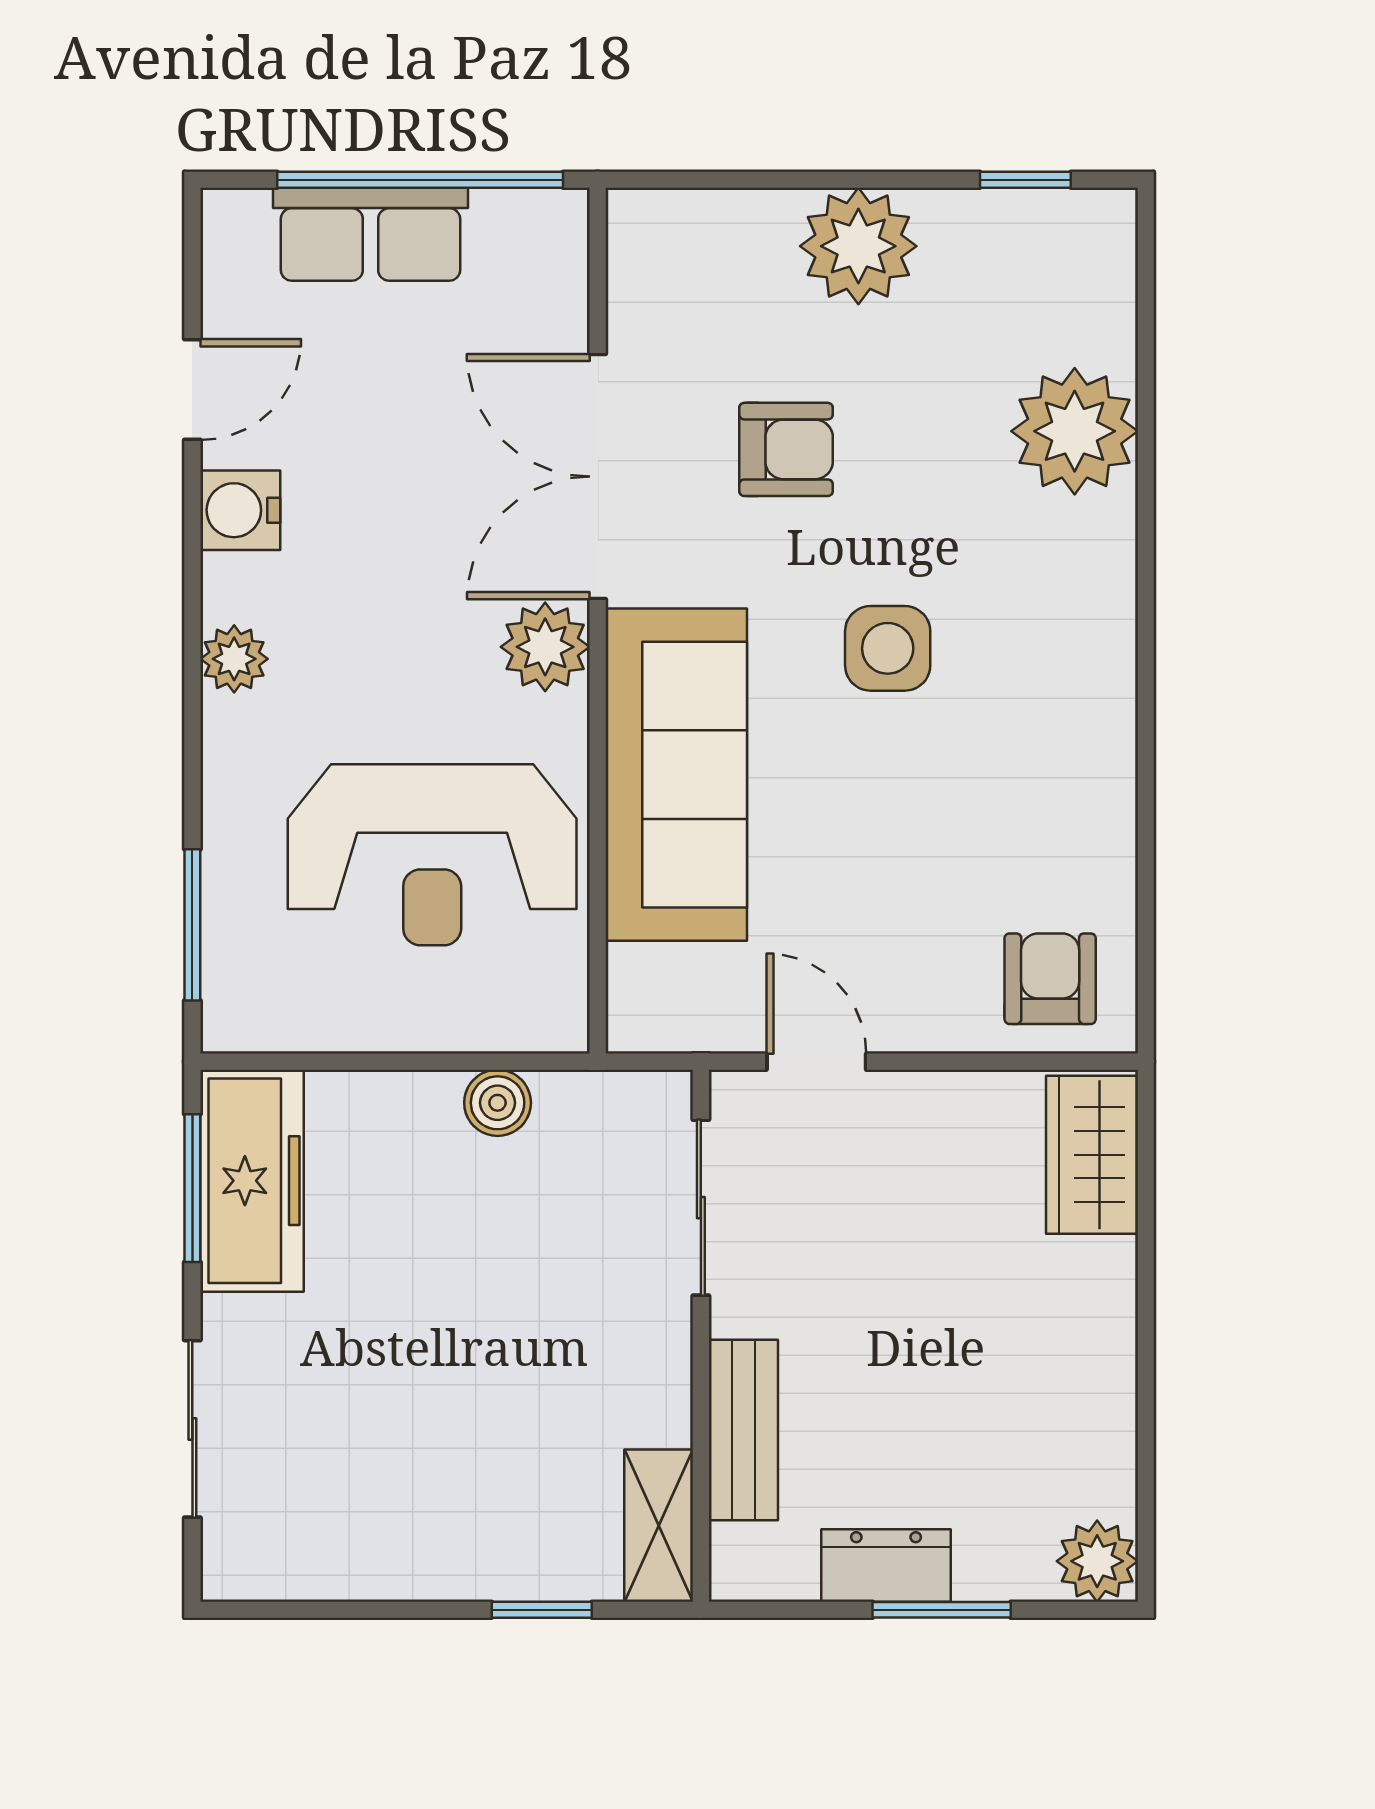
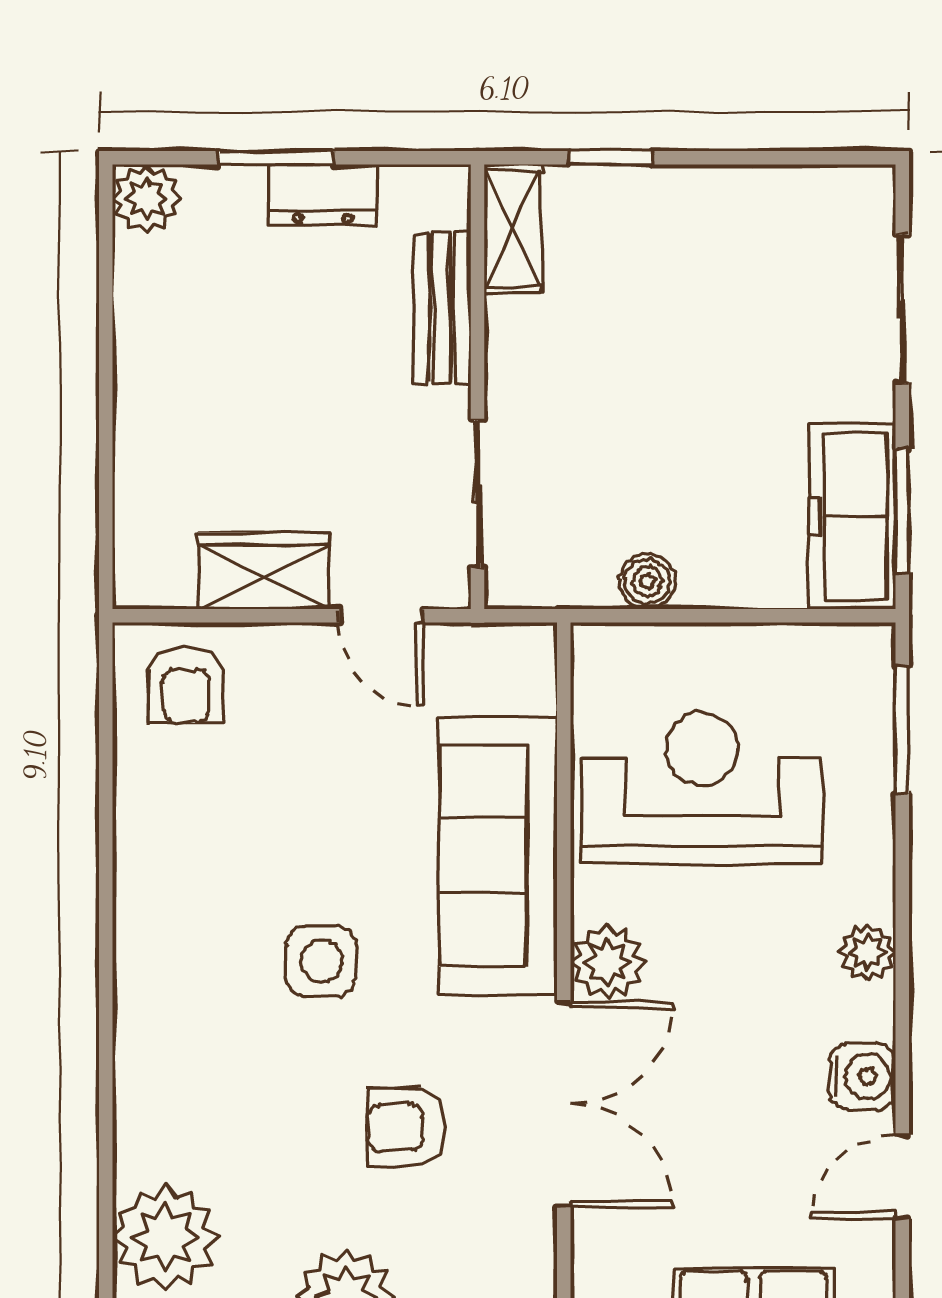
plant: (1075, 431) -> (165, 1237), moved
wardrobe: (1092, 1155) -> (264, 571), moved, turned -90

